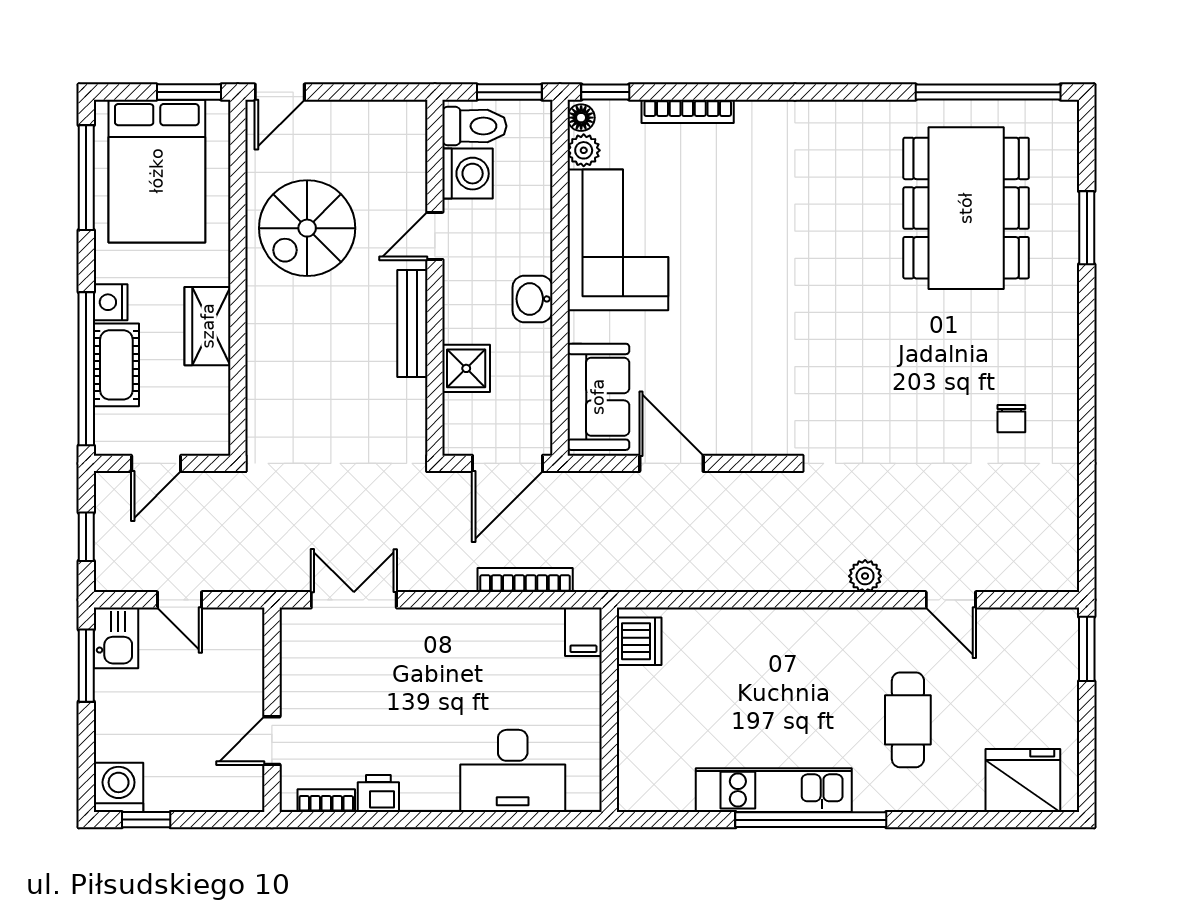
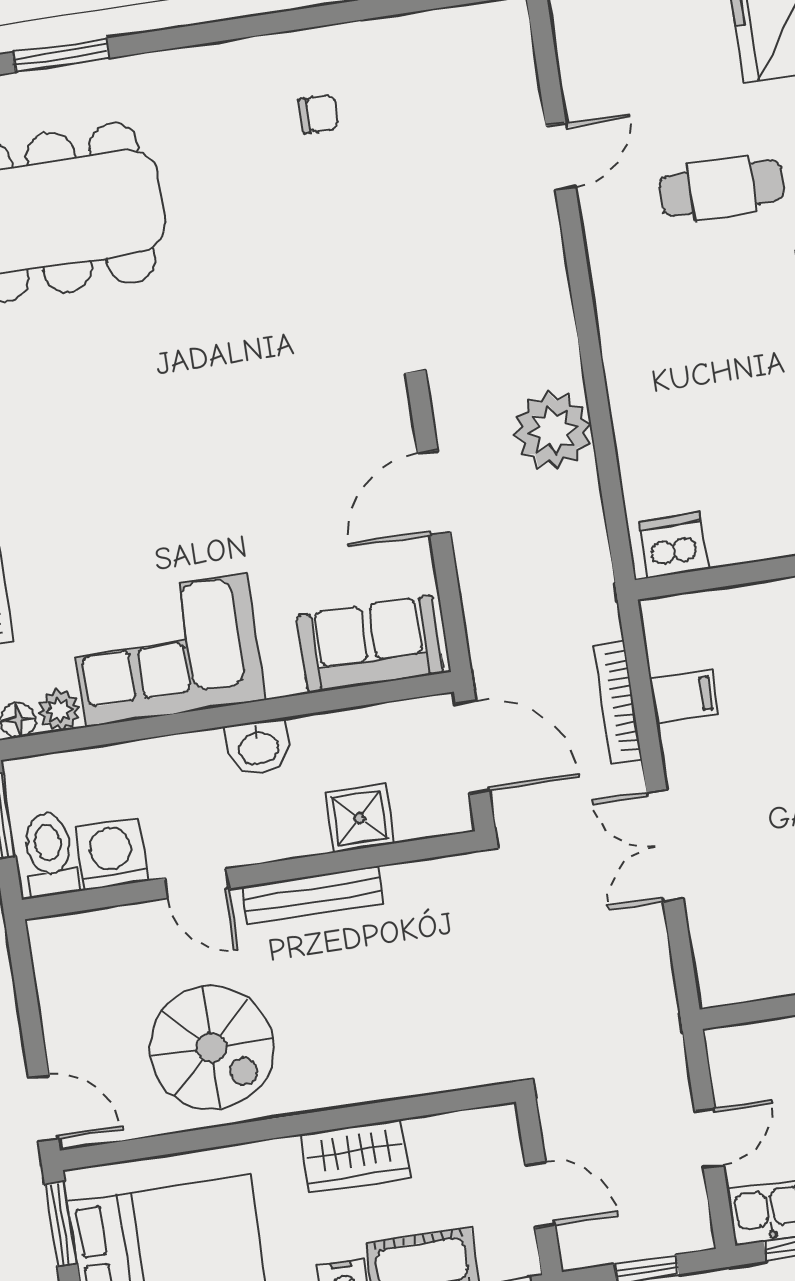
door: (671, 463) -> (434, 493), moved
plant: (865, 576) -> (553, 430), moved, width x1.87, depth x1.87
double door: (354, 600) -> (665, 846), moved
filing cabinet: (583, 632) -> (684, 697), moved

